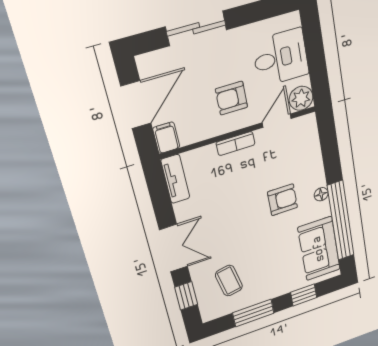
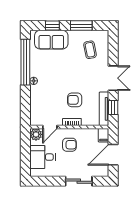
tv unit: (175, 179) -> (104, 109), width x1.41
armchair: (282, 200) -> (75, 100), moved
double door: (174, 248) -> (113, 78), swing flipped
sofa: (319, 249) -> (51, 40), moved, turned 90
window: (186, 296) -> (113, 107), moved

